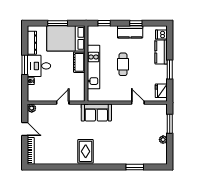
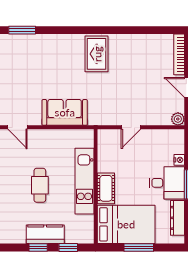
window: (136, 23) -> (38, 248), moved
kitchen counter: (130, 32) -> (45, 234), moved
sofa: (96, 113) -> (65, 112), moved

